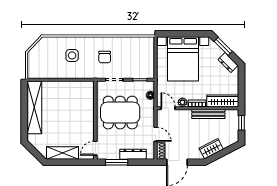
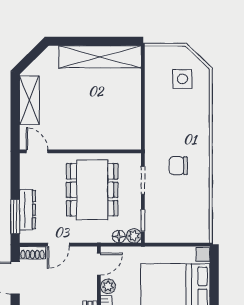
side table: (72, 55) -> (182, 79), moved
plant: (150, 86) -> (134, 236), added
window: (117, 162) -> (15, 217), moved

